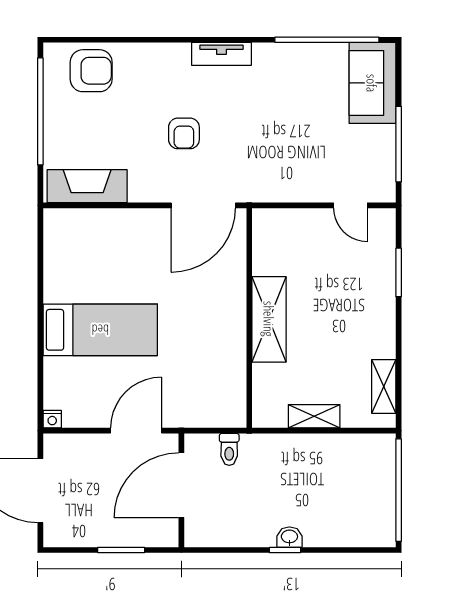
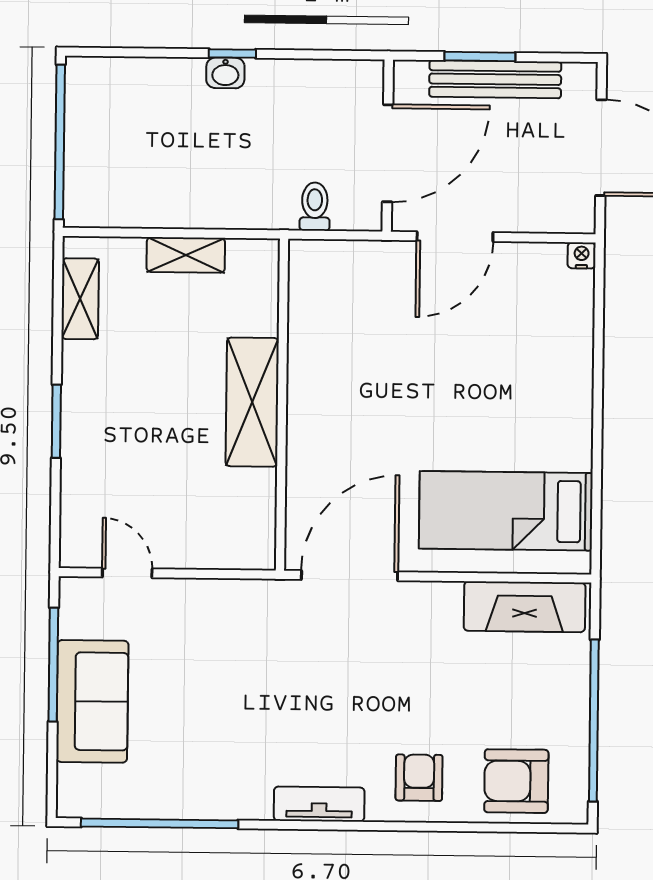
sofa: (372, 83) -> (92, 701), moved
armchair: (184, 133) -> (419, 778), moved
window: (399, 272) -> (56, 421), moved
bed: (100, 330) -> (506, 511), moved
bench: (111, 535) -> (495, 79), added

